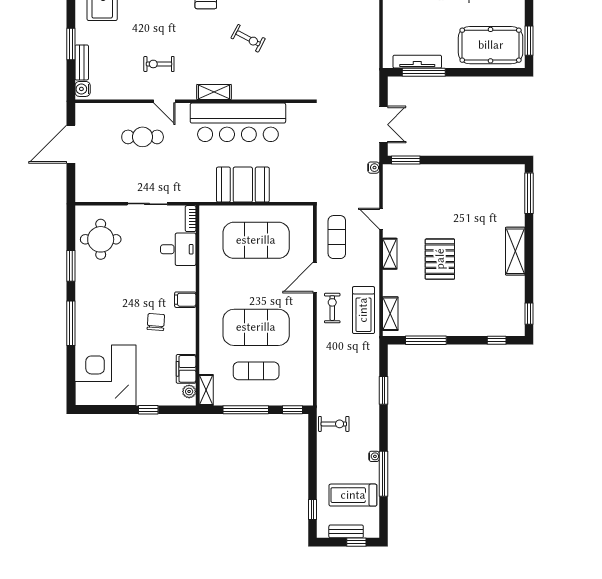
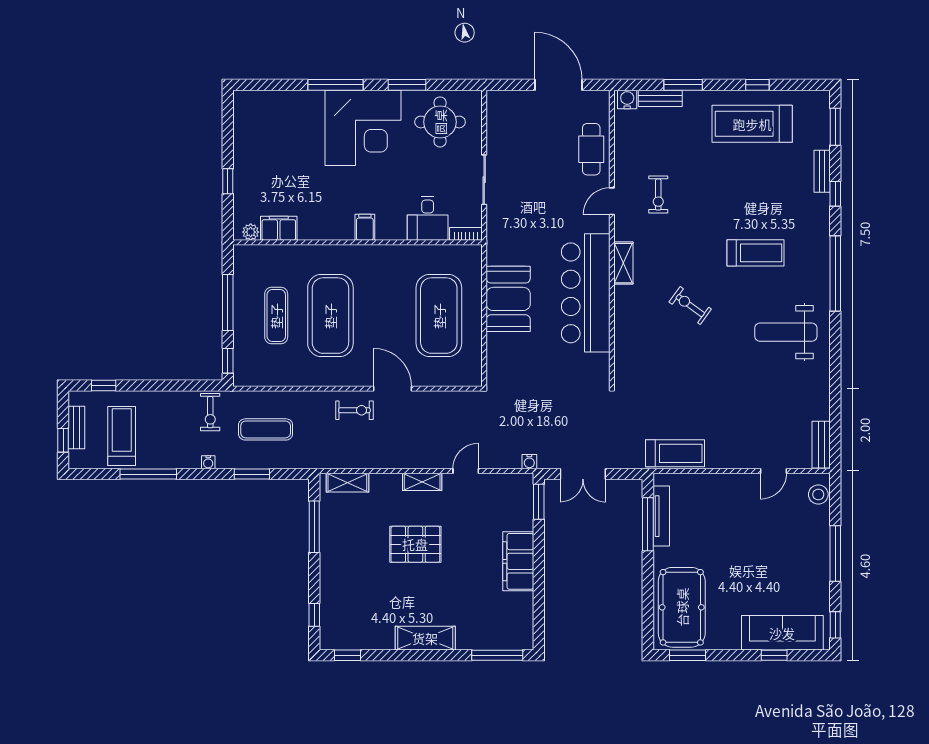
exercise bike: (248, 38) -> (690, 306), turned 98
exercise bike: (159, 64) -> (658, 195), turned 180
cafe table: (143, 137) -> (591, 149), moved
filing cabinet: (454, 176) -> (518, 561), added
exercise mat: (337, 237) -> (266, 429), moved
treadmill: (363, 310) -> (675, 453), moved, turned 180
chair: (156, 322) -> (337, 191), removed
corner desk: (105, 375) -> (363, 128), moved, turned 90
shelving: (206, 390) -> (252, 253), removed
water cooler: (374, 456) -> (208, 462), moved

